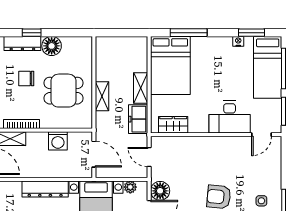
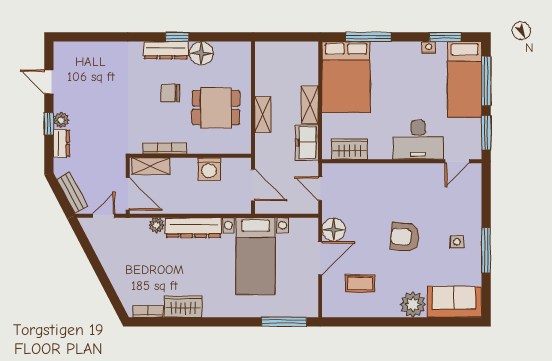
plant: (130, 187) -> (156, 225), moved

